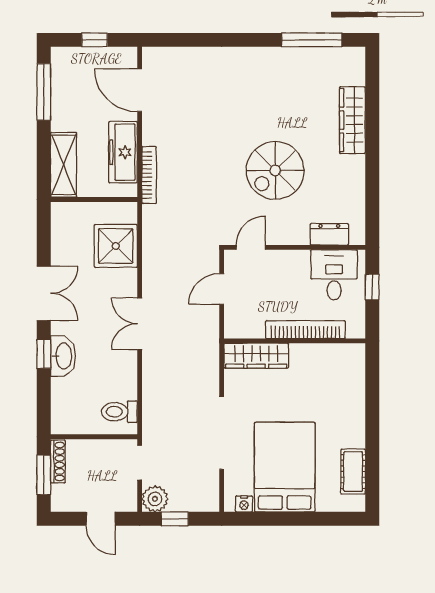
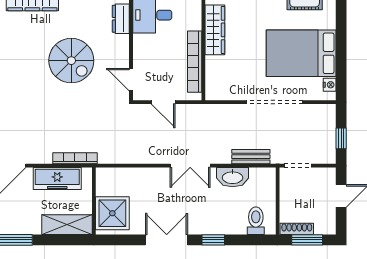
shower: (116, 246) -> (112, 213), moved
bookcase: (305, 330) -> (195, 62), moved
washbasin: (63, 356) -> (233, 177), moved, turned 180
wardrobe: (256, 356) -> (215, 30), moved
bench: (151, 402) -> (251, 157), added
toilet: (119, 412) -> (256, 221), moved, turned 180
plant: (155, 499) -> (326, 154), removed

